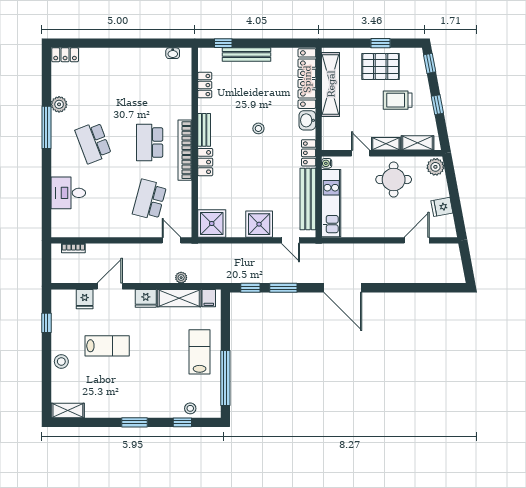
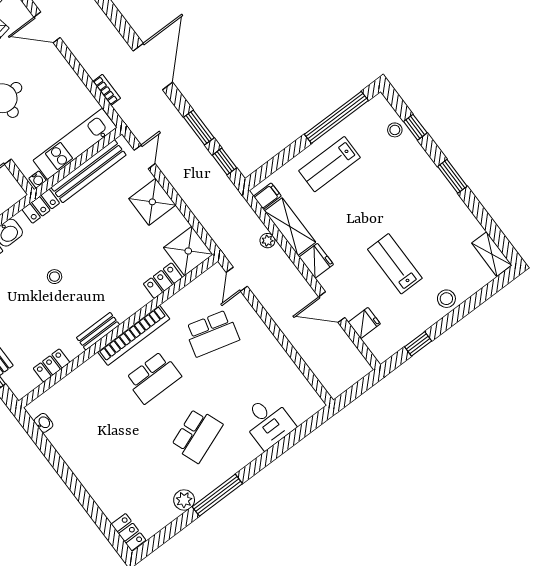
locker: (205, 162) -> (163, 281), moved
bookcase: (73, 248) -> (107, 90), moved

